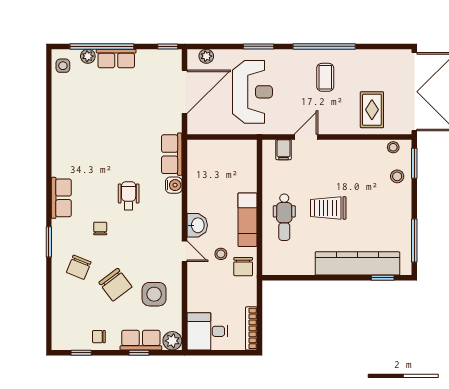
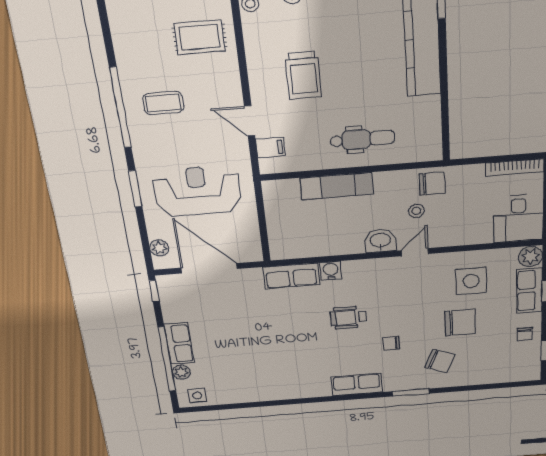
trolley: (328, 208) -> (303, 76), moved
exam couch: (247, 220) -> (337, 186), moved
chair: (115, 285) -> (460, 322), turned 37

